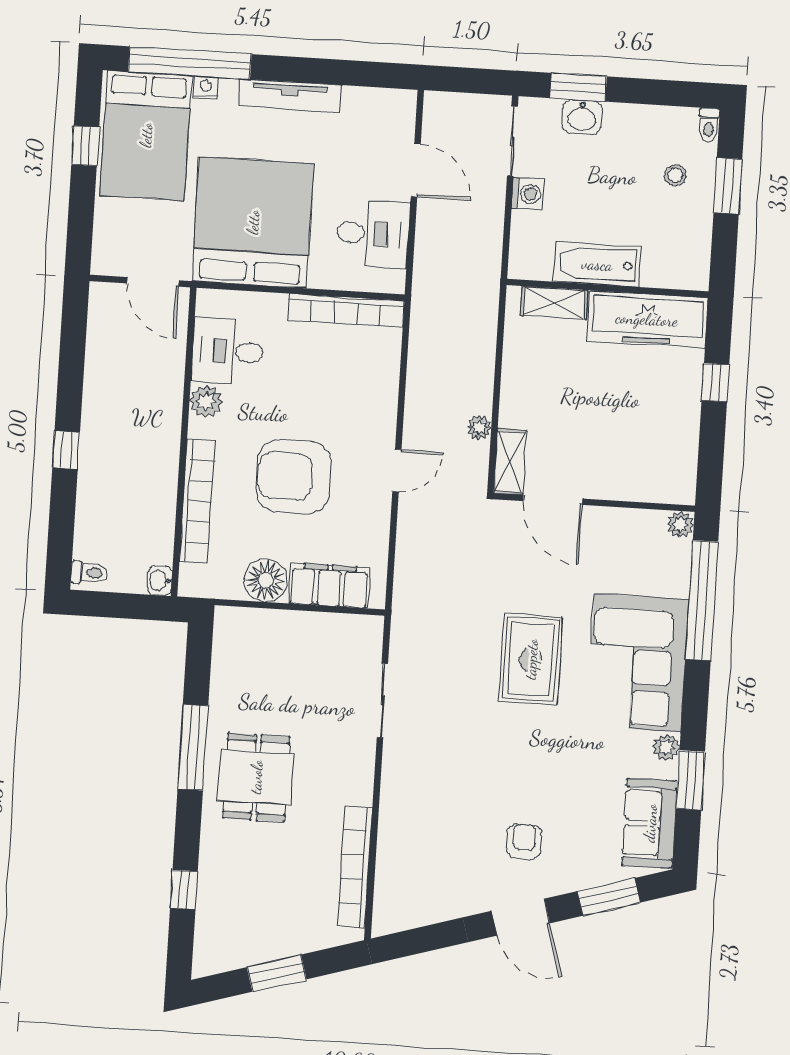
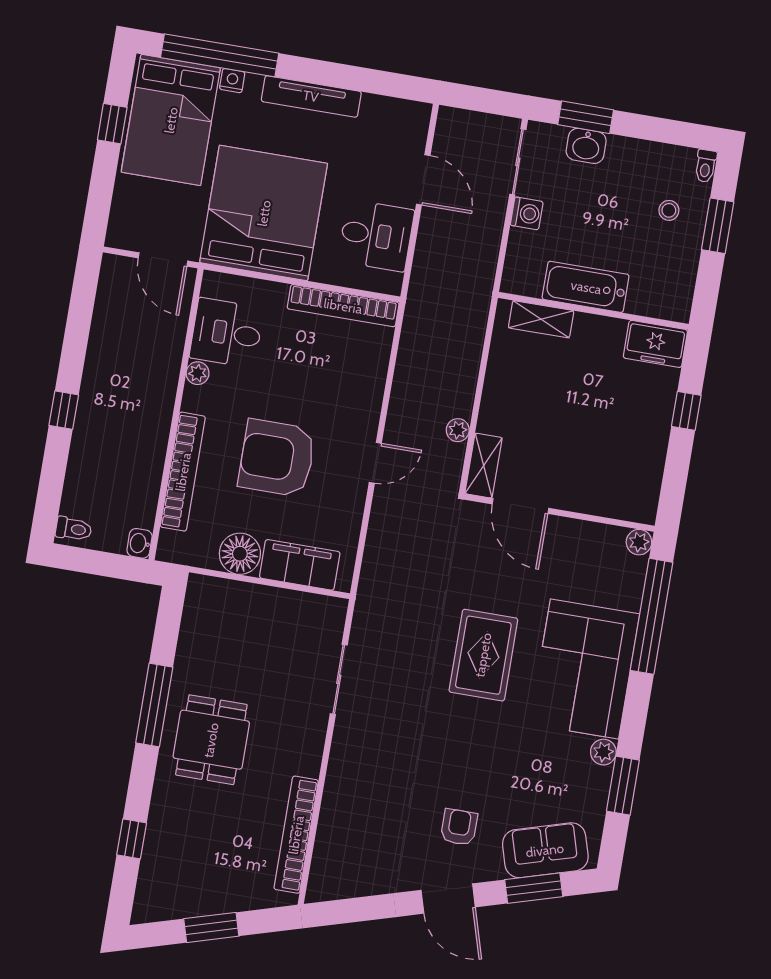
freezer: (647, 319) -> (655, 344), width x0.52, depth x0.79
plant: (206, 401) -> (198, 373), width x0.73, depth x0.73
sofa: (650, 823) -> (545, 850), moved, turned 73

